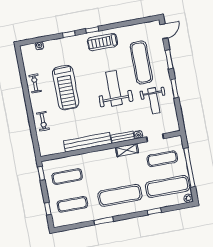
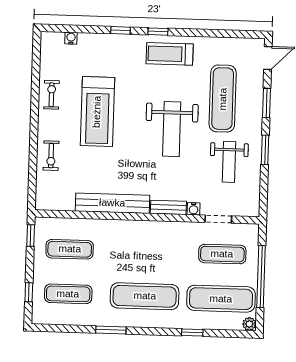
weight bench: (114, 88) -> (172, 129), turned 180
shelving: (127, 150) -> (171, 229), removed

